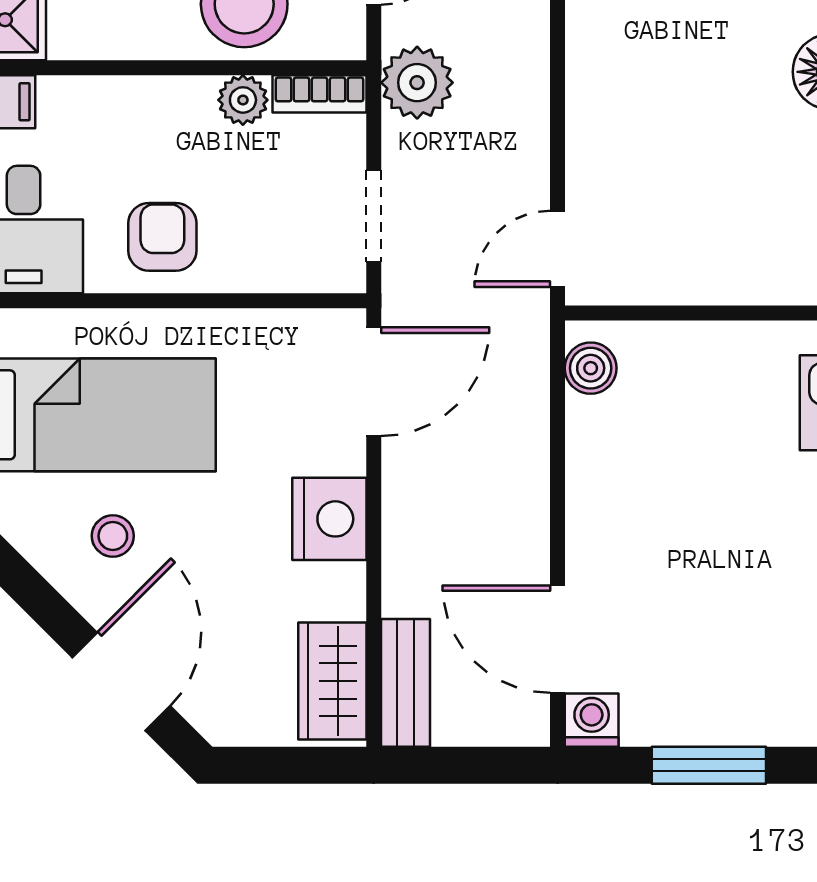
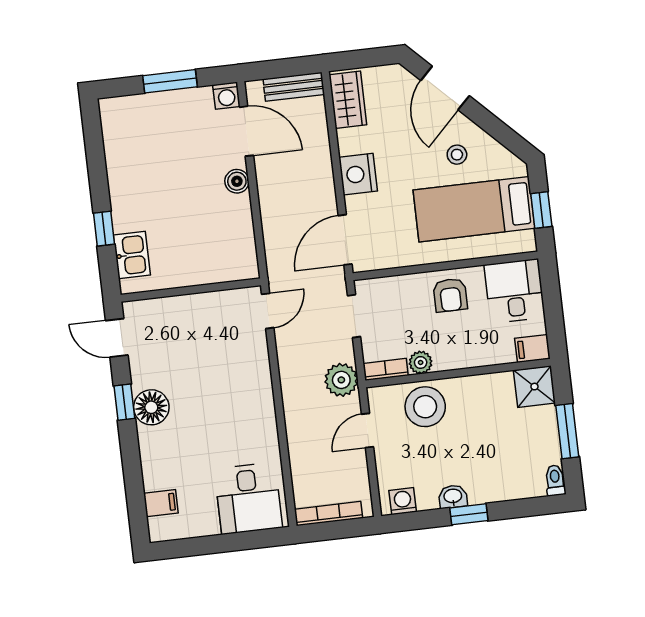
boiler: (591, 368) -> (237, 181), moved
bench: (405, 683) -> (294, 87), moved, turned 90

